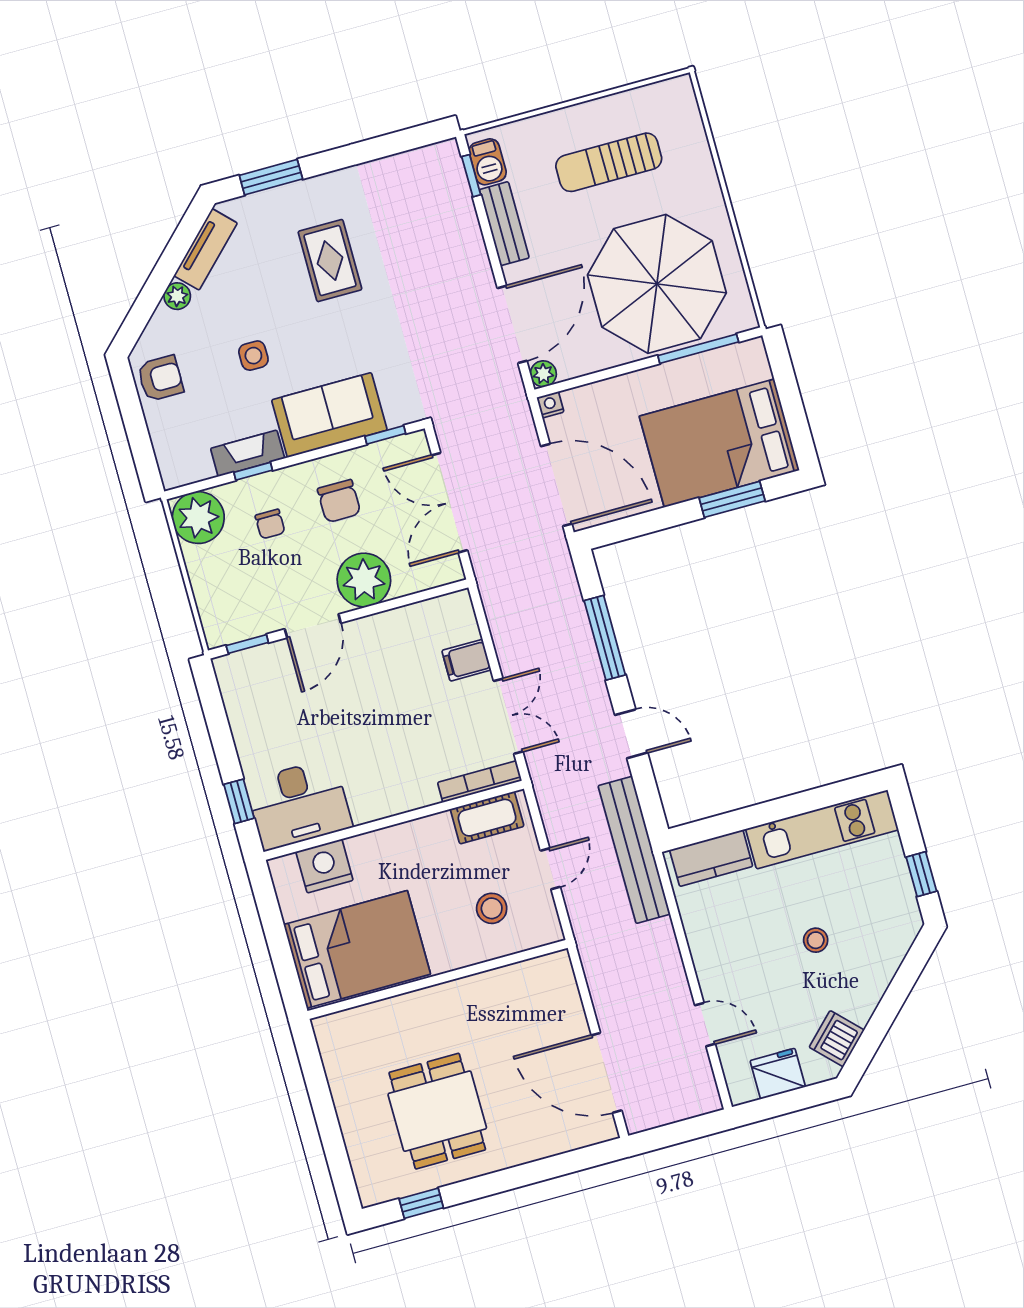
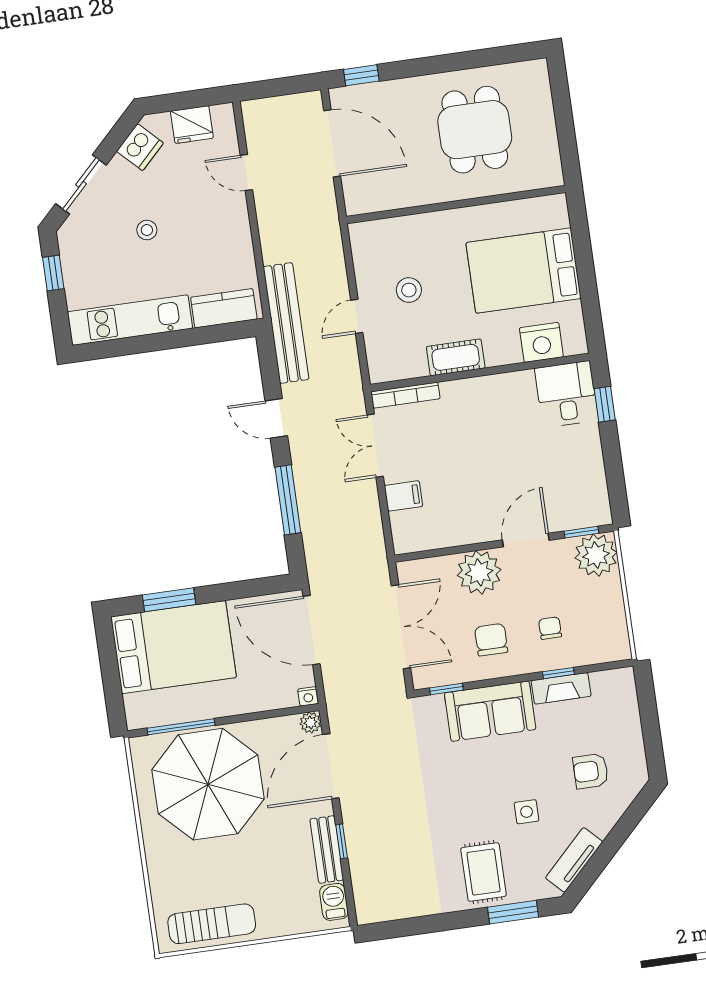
sun lounger: (609, 162) -> (212, 924), moved
window: (471, 176) -> (342, 841), moved
rug: (330, 261) -> (484, 872), moved
plant: (177, 296) -> (602, 825), removed
side table: (253, 356) -> (527, 812), moved
armchair: (160, 378) -> (591, 771), moved
plant: (198, 518) -> (596, 555), moved
desk: (299, 804) -> (566, 394), width x0.73
cot: (487, 818) -> (456, 357), moved
wall: (438, 979) -> (456, 204), moved
sliding door: (902, 985) -> (81, 184), added
window: (421, 1203) -> (361, 75), moved

